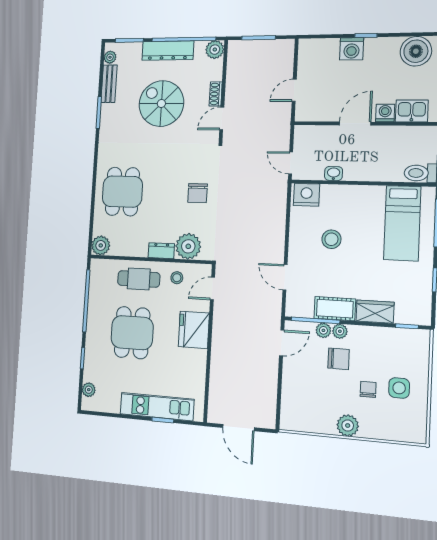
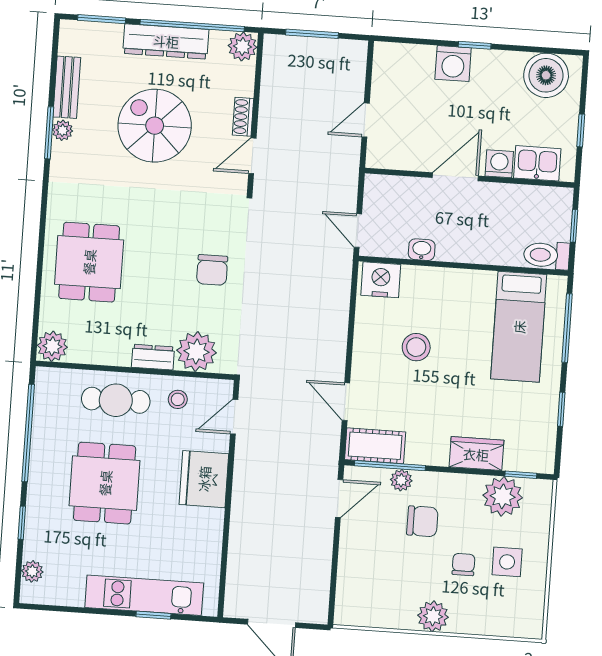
plant: (110, 57) -> (62, 130), moved
cot: (335, 309) -> (375, 446), moved
plant: (340, 331) -> (503, 496), moved, width x1.88, depth x1.88

